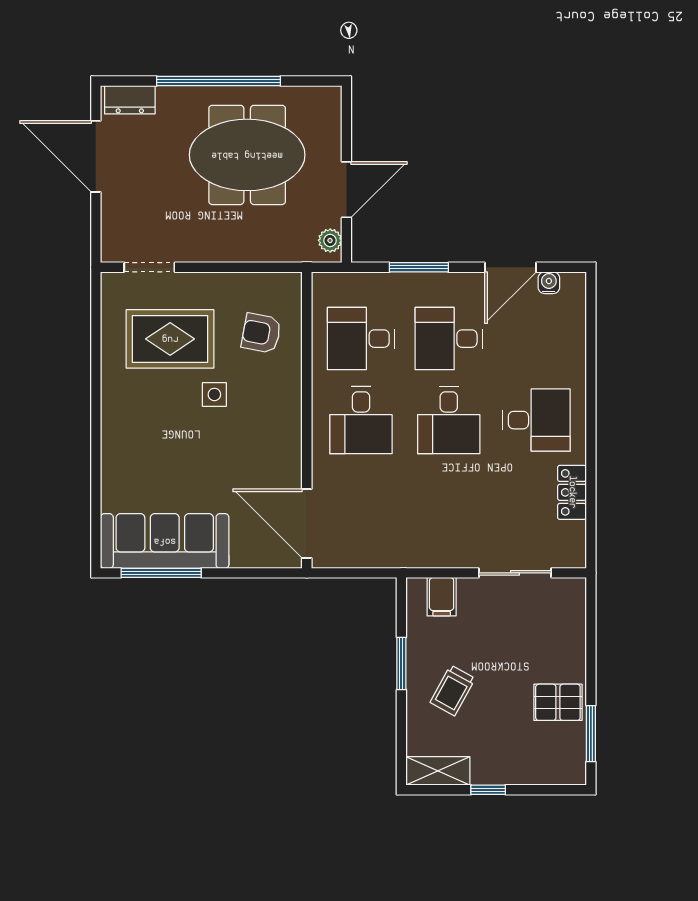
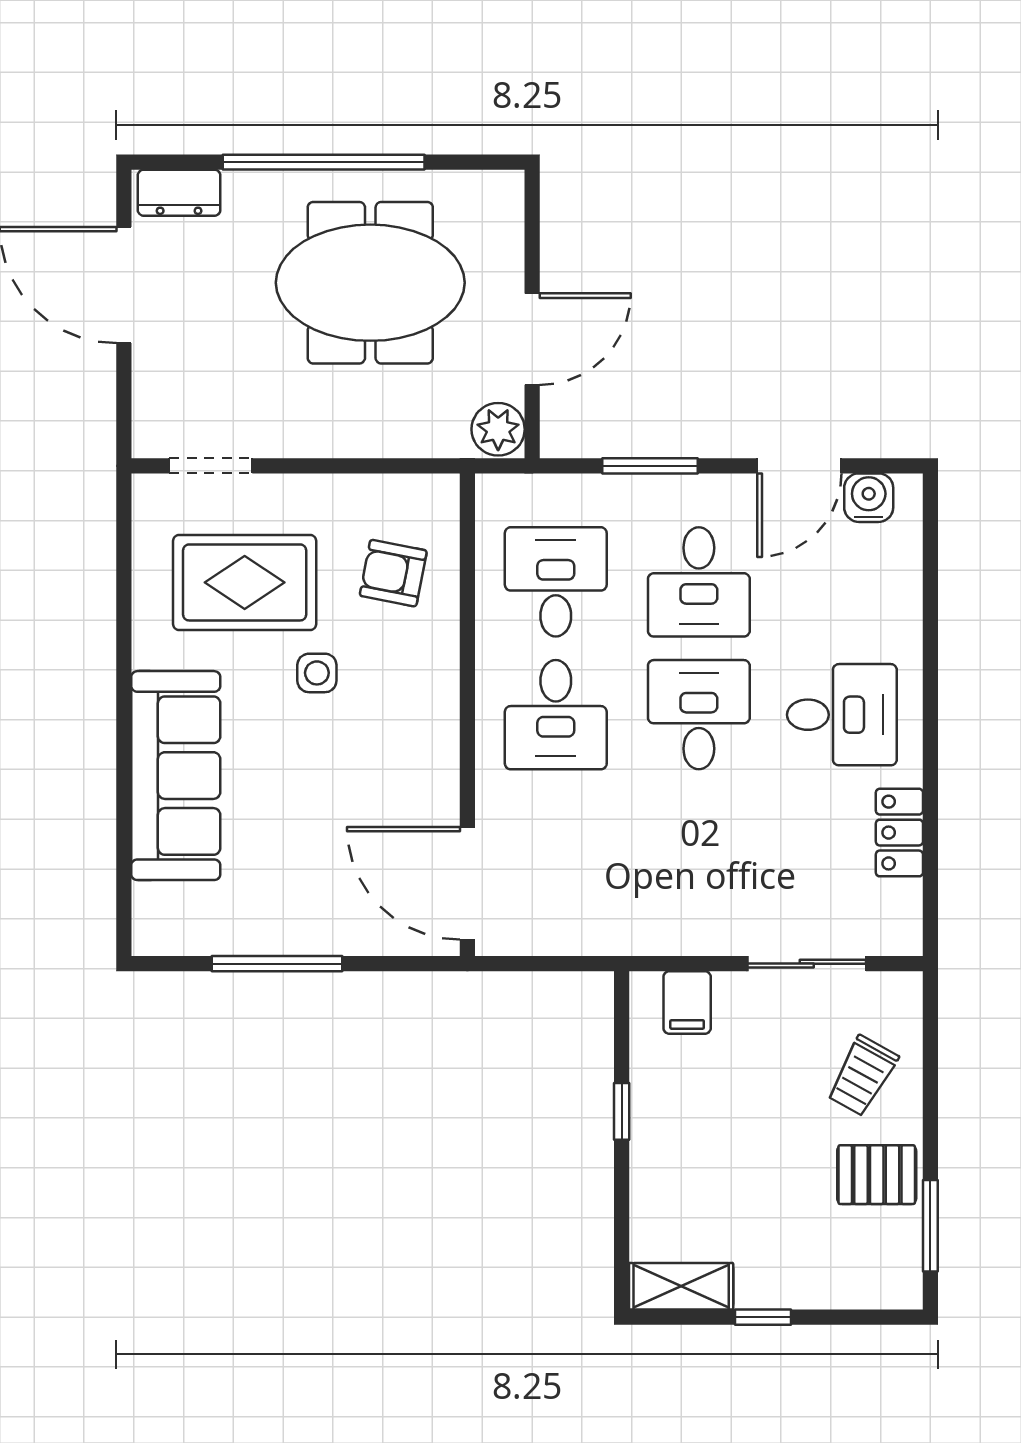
plant: (330, 240) -> (498, 429), width x1.38, depth x1.38
water cooler: (549, 283) -> (869, 498), width x1.38, depth x1.38
desk: (361, 339) -> (556, 582), turned 90
desk: (449, 339) -> (699, 582), turned -90
desk: (449, 420) -> (699, 715), turned 180
sofa: (165, 541) -> (176, 776), moved, turned 90
window: (161, 573) -> (277, 964), moved
window: (401, 664) -> (622, 1111), width x0.67
trolley: (453, 690) -> (862, 1076), moved

